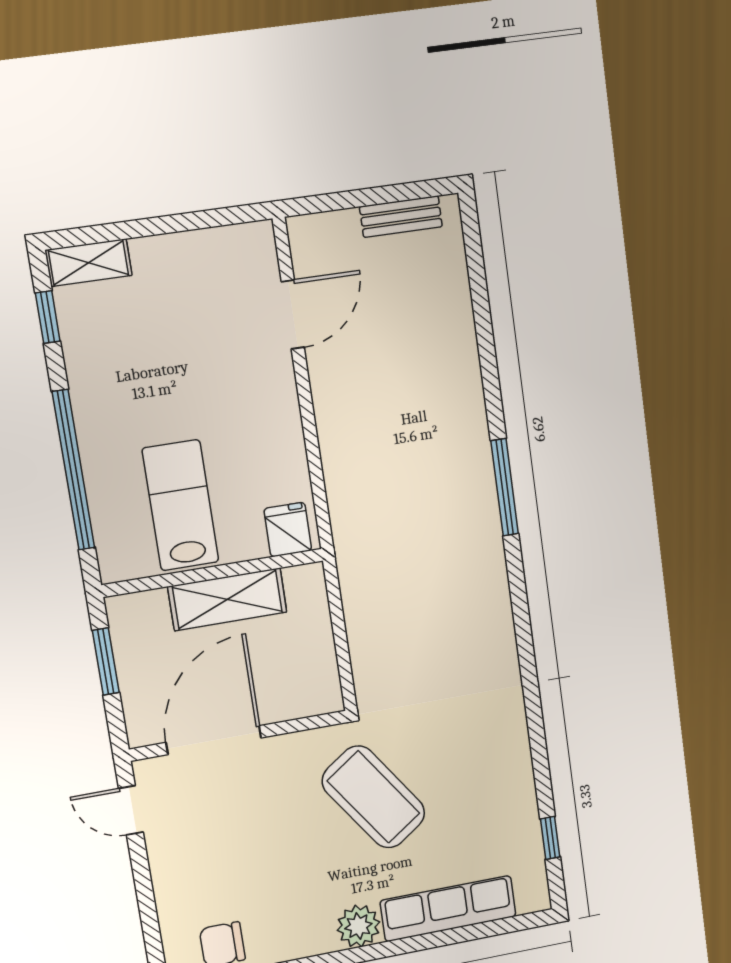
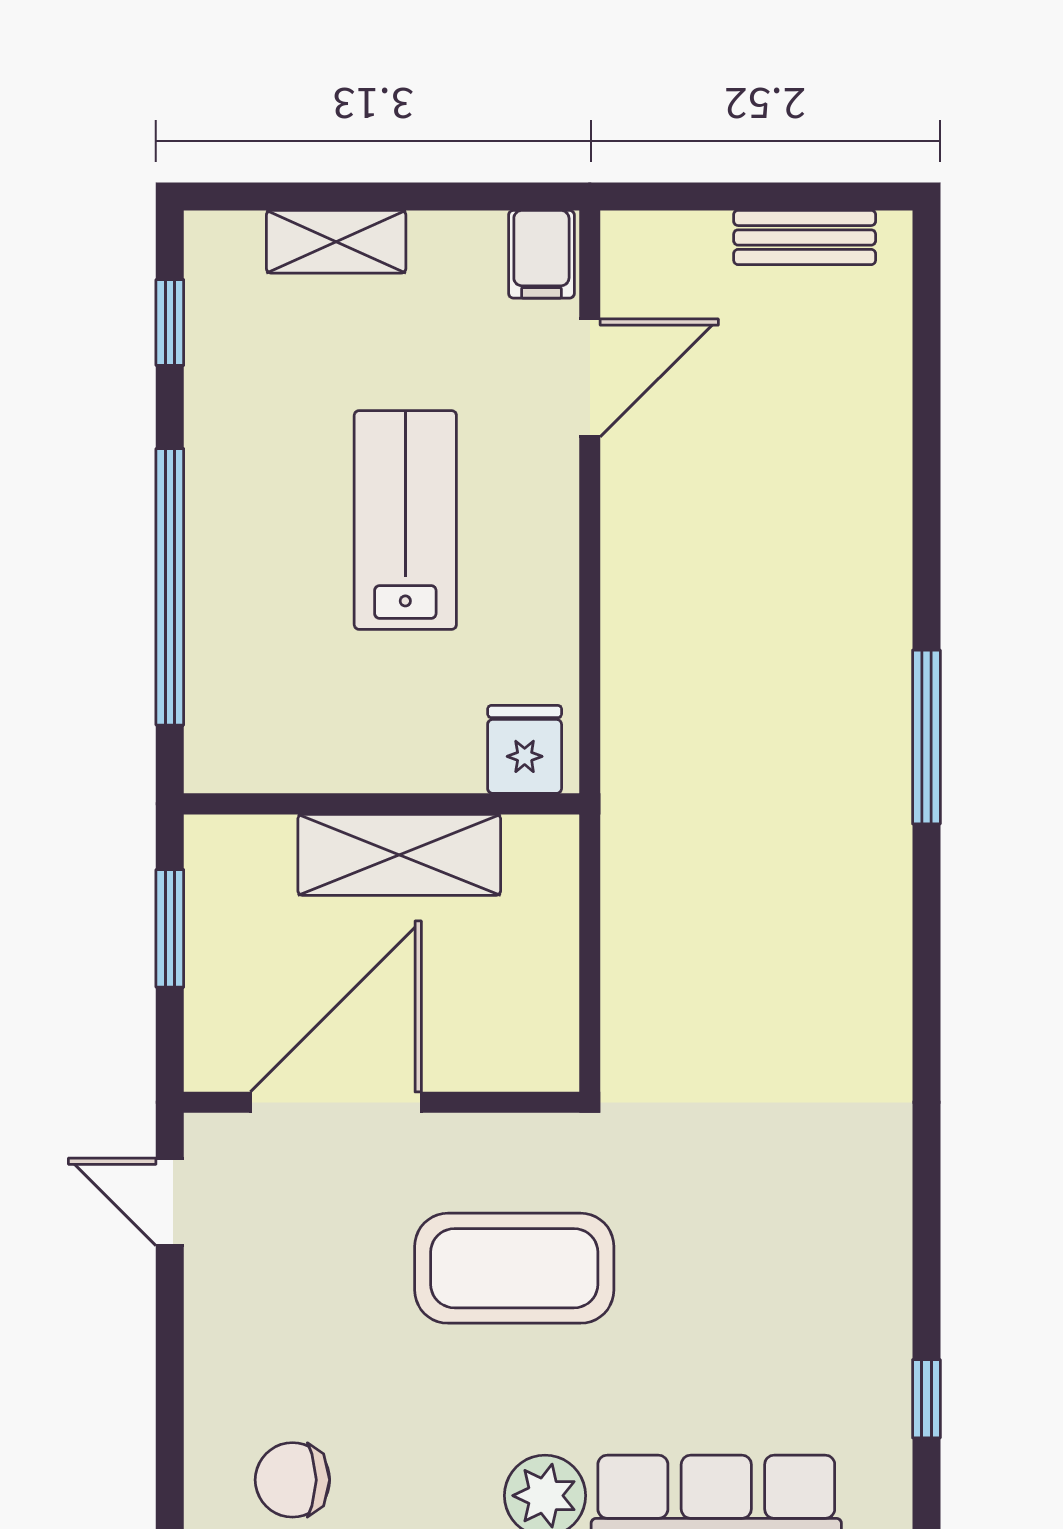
filing cabinet: (255, 247) -> (541, 254), added
shelving: (89, 263) -> (336, 242), moved
lab bench: (180, 505) -> (405, 520), moved
coffee table: (374, 797) -> (514, 1268), moved, turned -55

